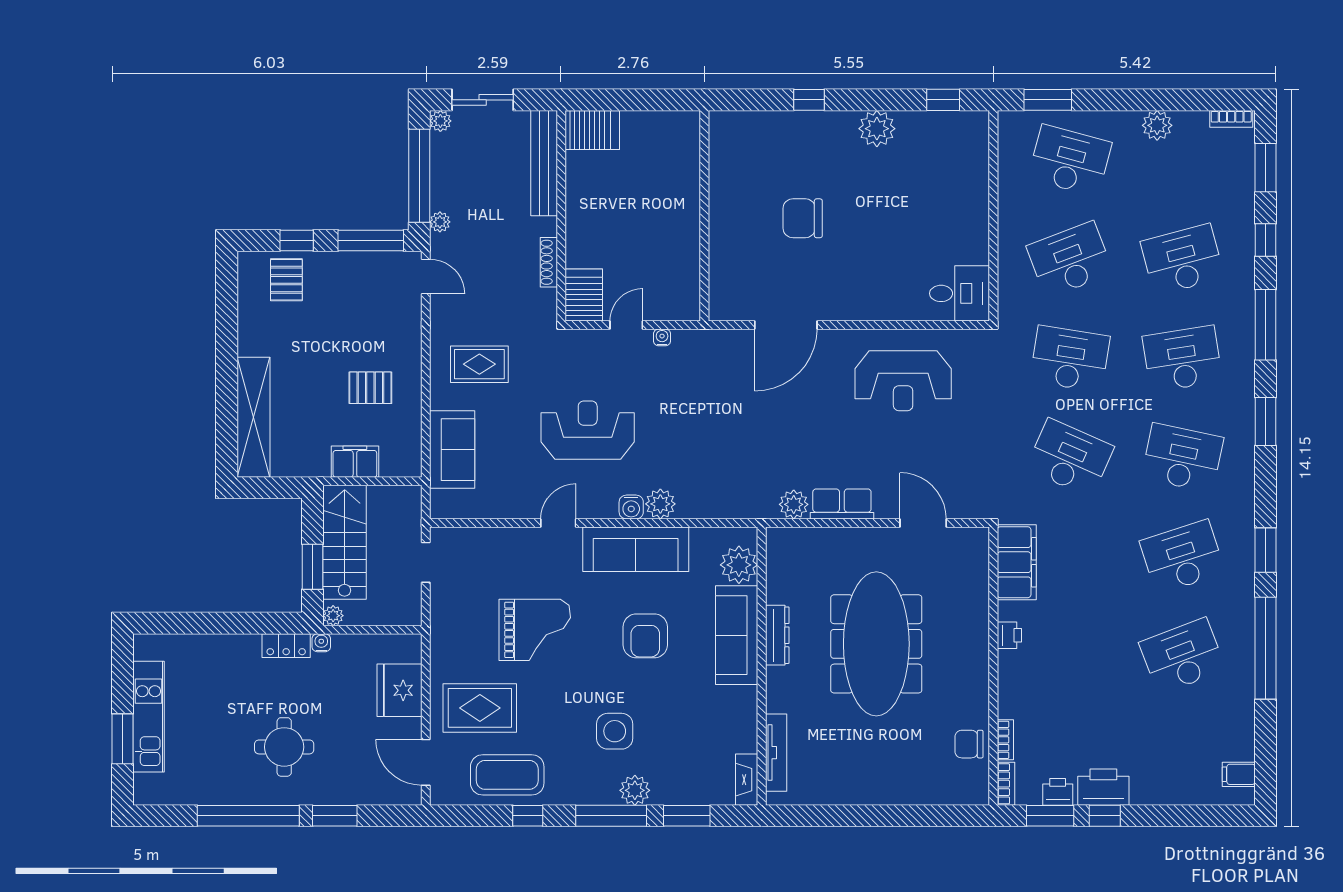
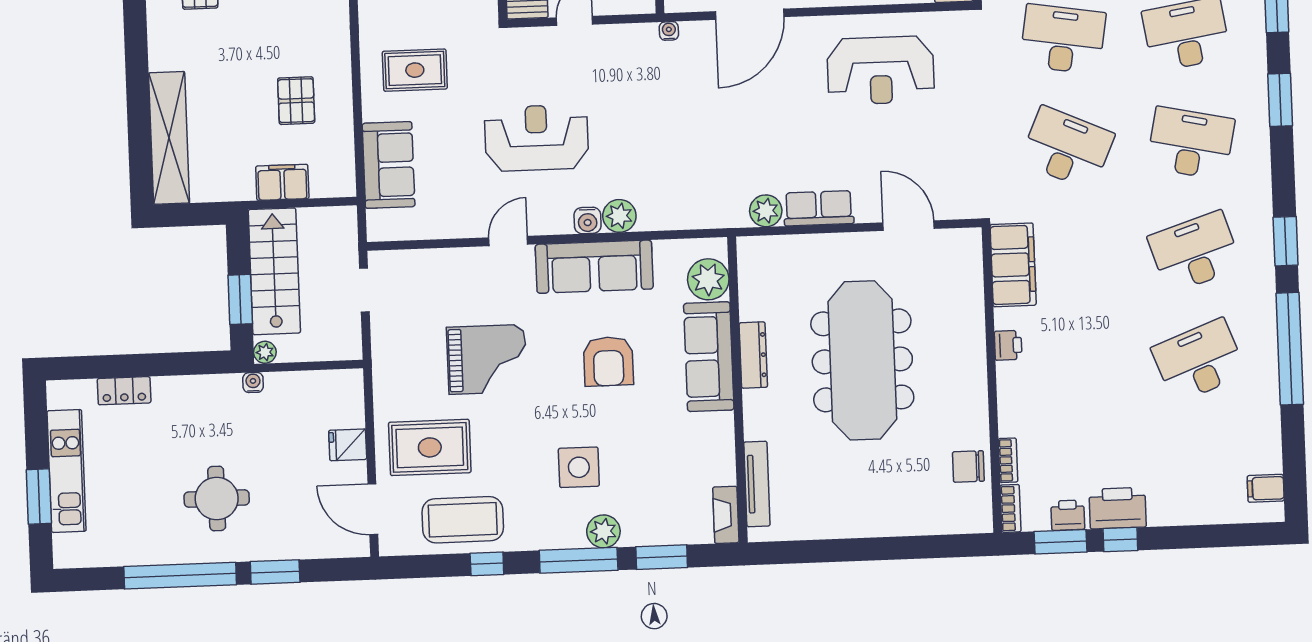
water cooler: (662, 337) -> (669, 31), moved
pallet: (370, 388) -> (296, 101), turned 90
locker: (286, 646) -> (124, 391), moved
fridge: (400, 690) -> (348, 445), width x0.53, depth x0.75

